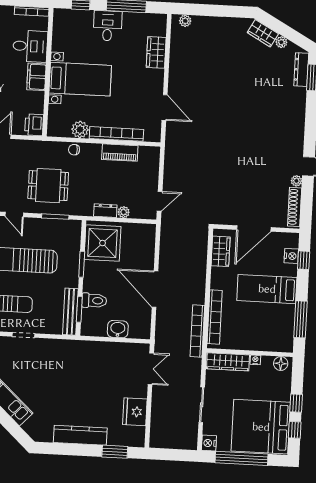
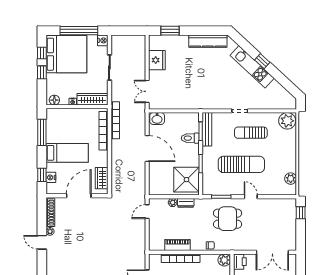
plant: (80, 130) -> (224, 260), moved
washbasin: (118, 329) -> (157, 119), moved
kitchen counter: (80, 435) -> (208, 41), moved

